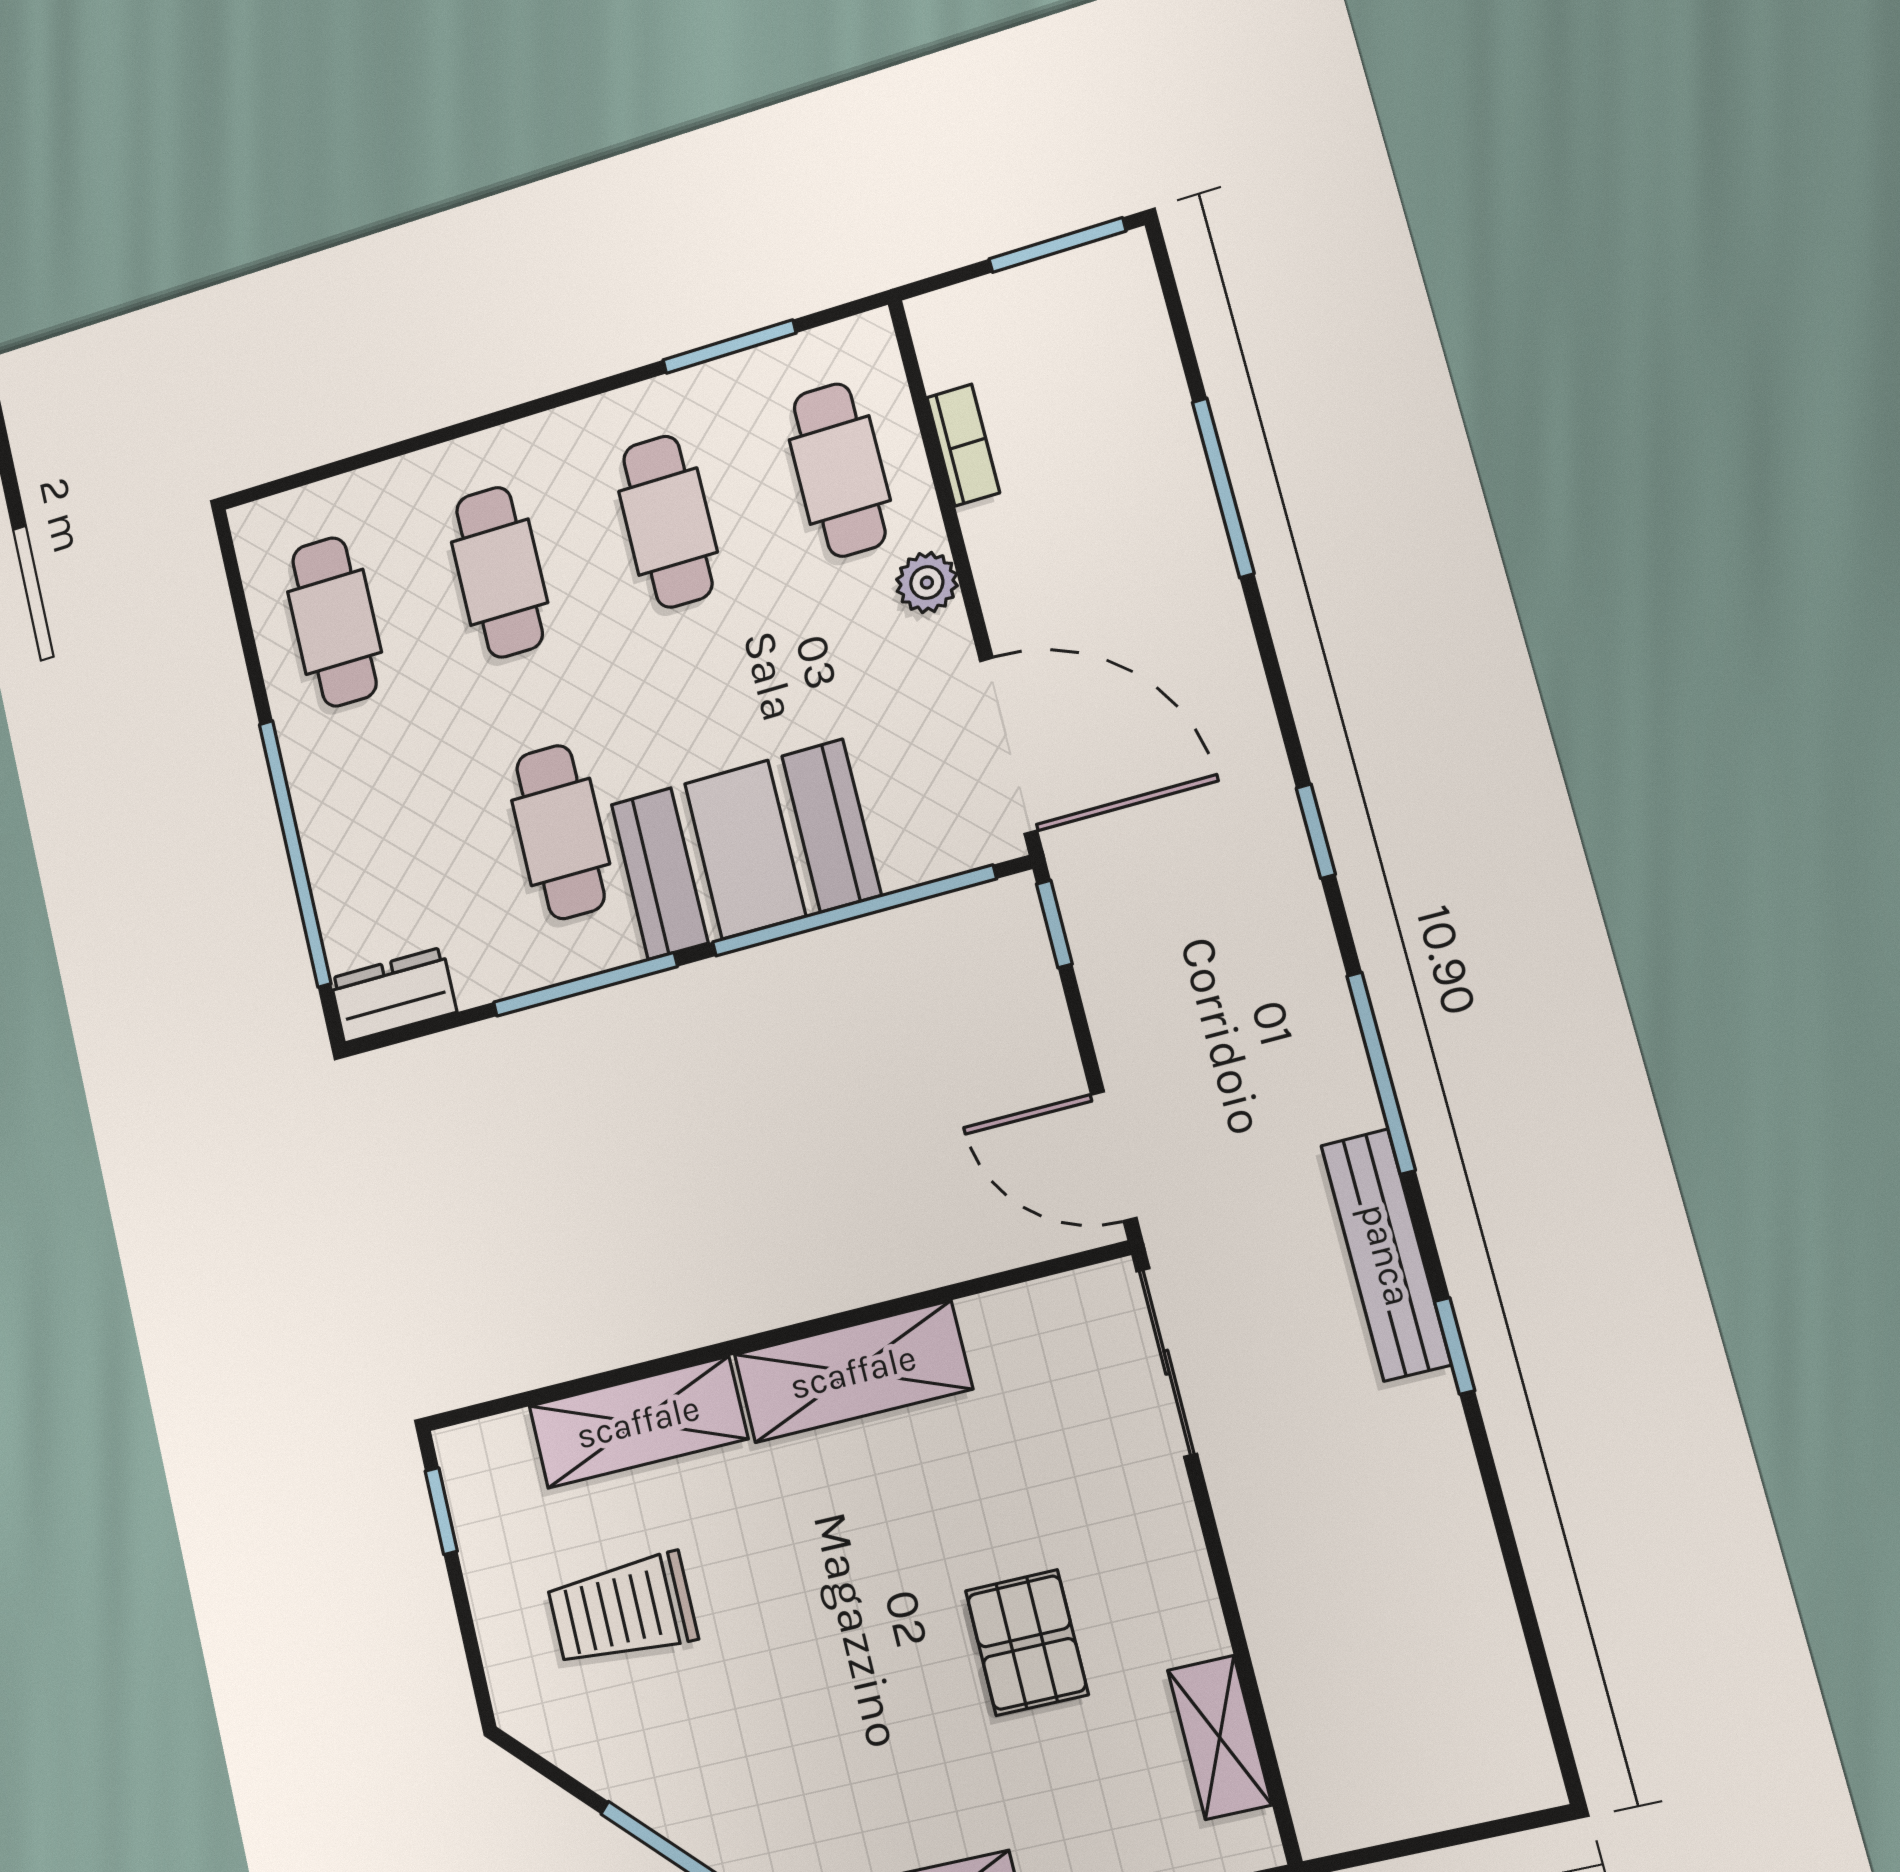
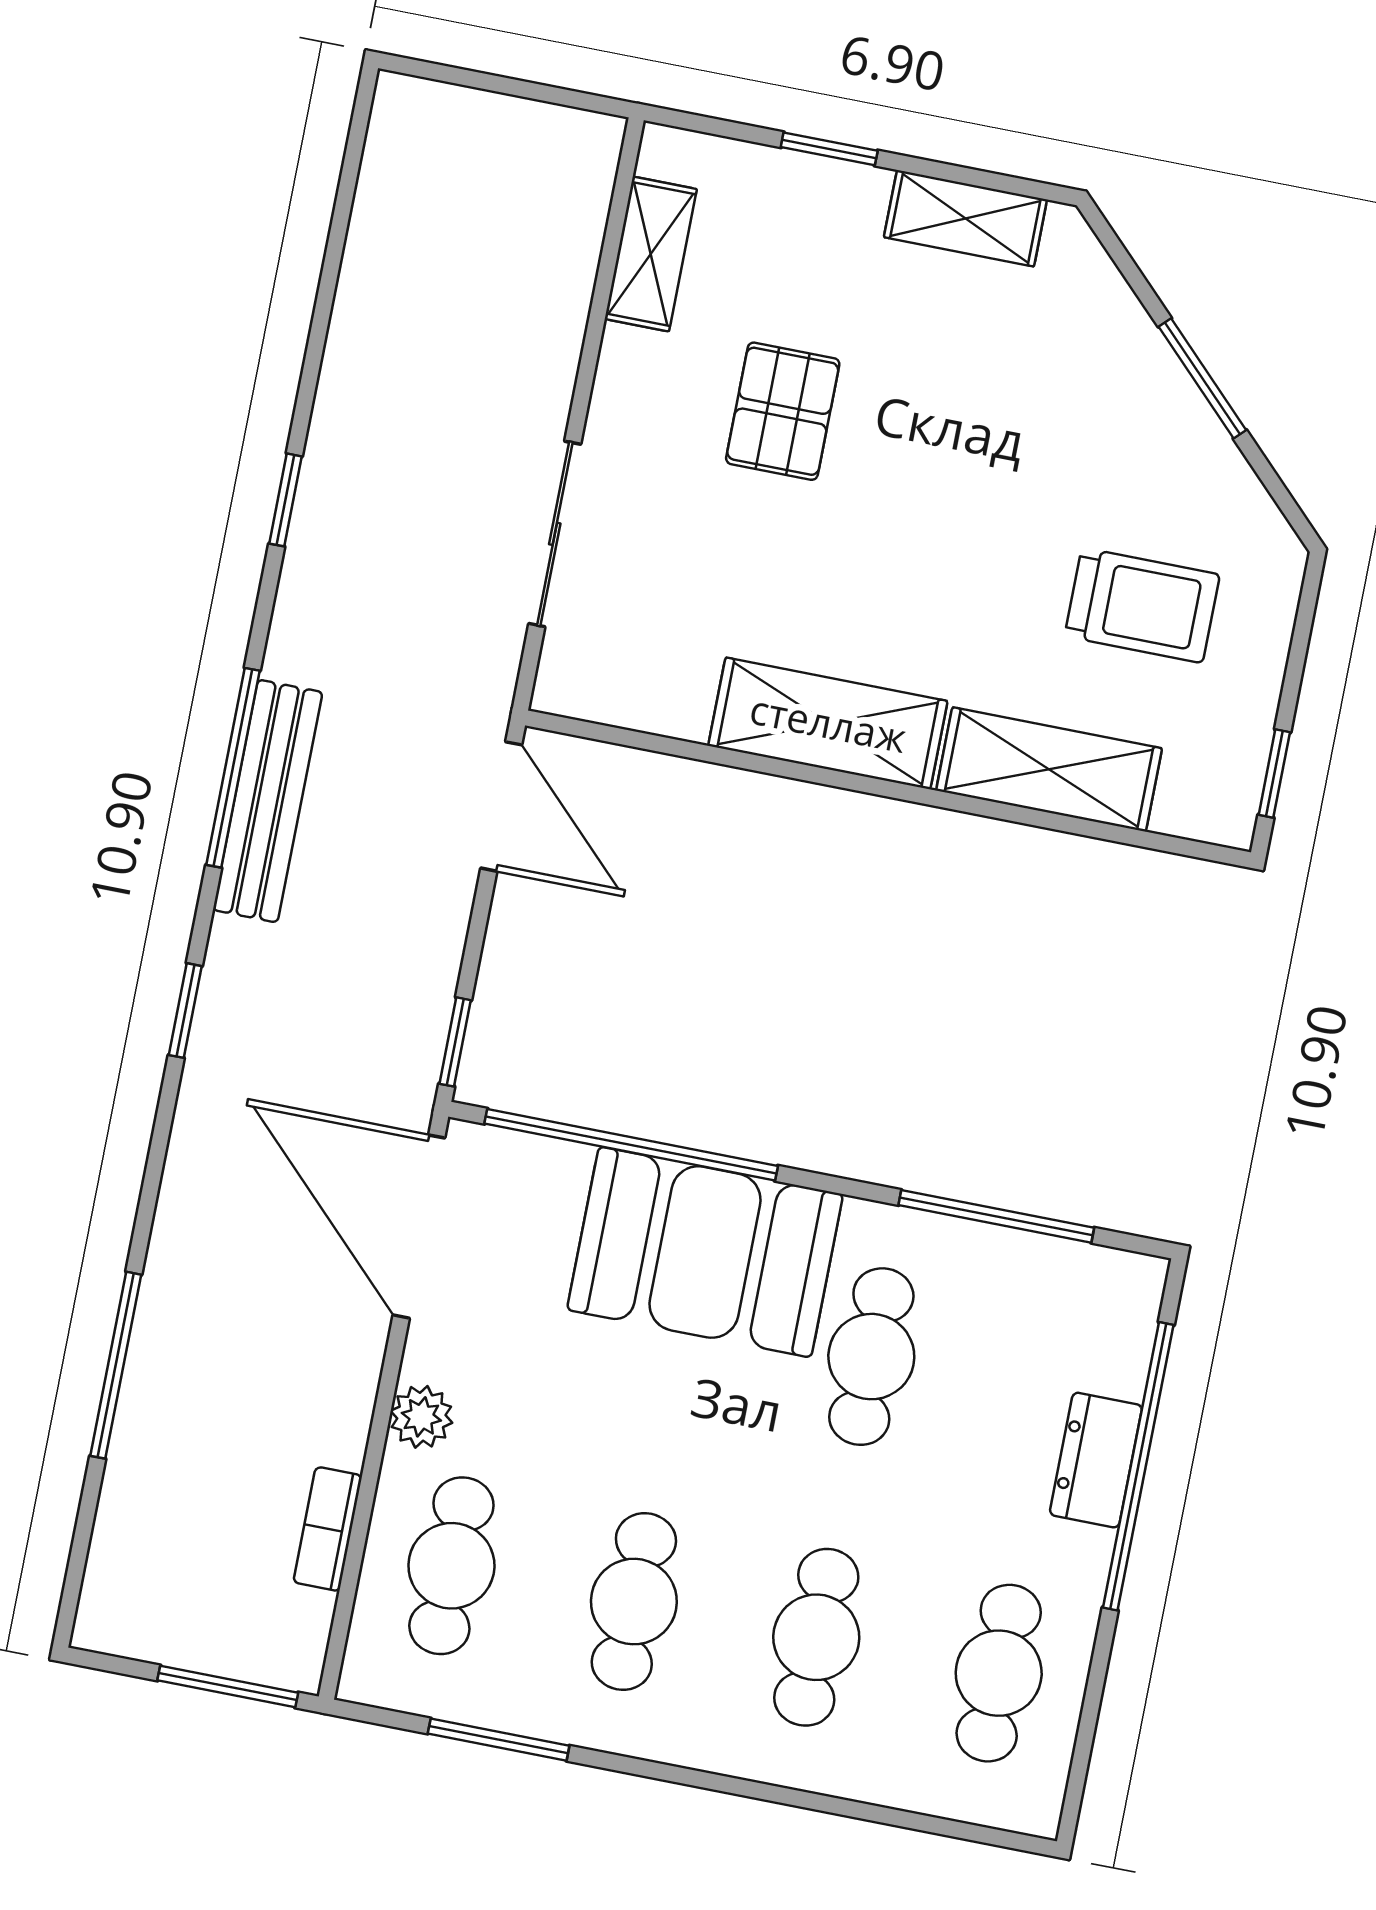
window: (1057, 245) -> (228, 1687), moved
window: (585, 984) -> (996, 1216), moved
dresser: (393, 995) -> (1096, 1460), moved, turned 90
bench: (1386, 1255) -> (268, 801), moved
sliding door: (1167, 1362) -> (555, 534), moved

